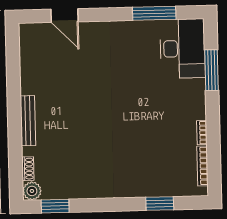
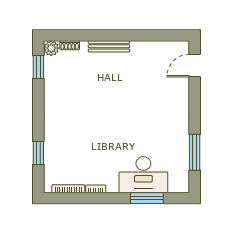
door: (64, 16) -> (195, 66), moved
desk: (183, 49) -> (143, 175), moved

